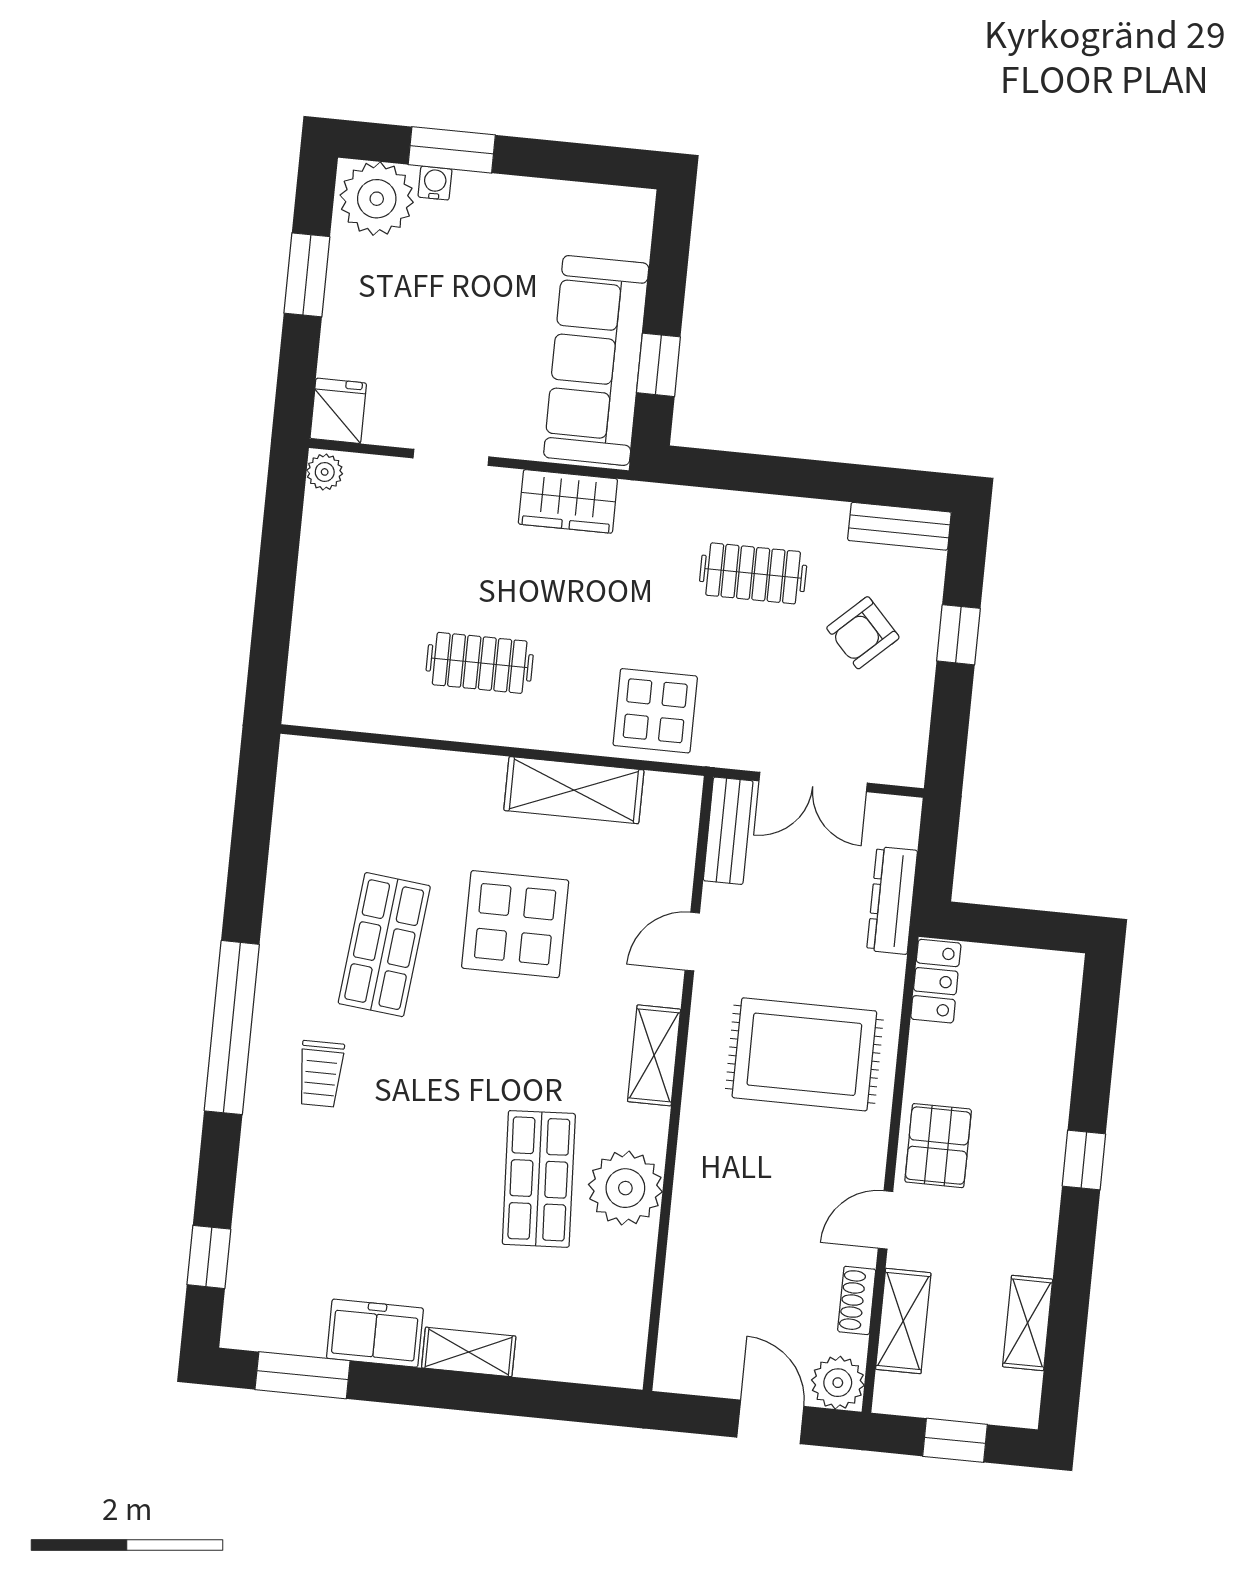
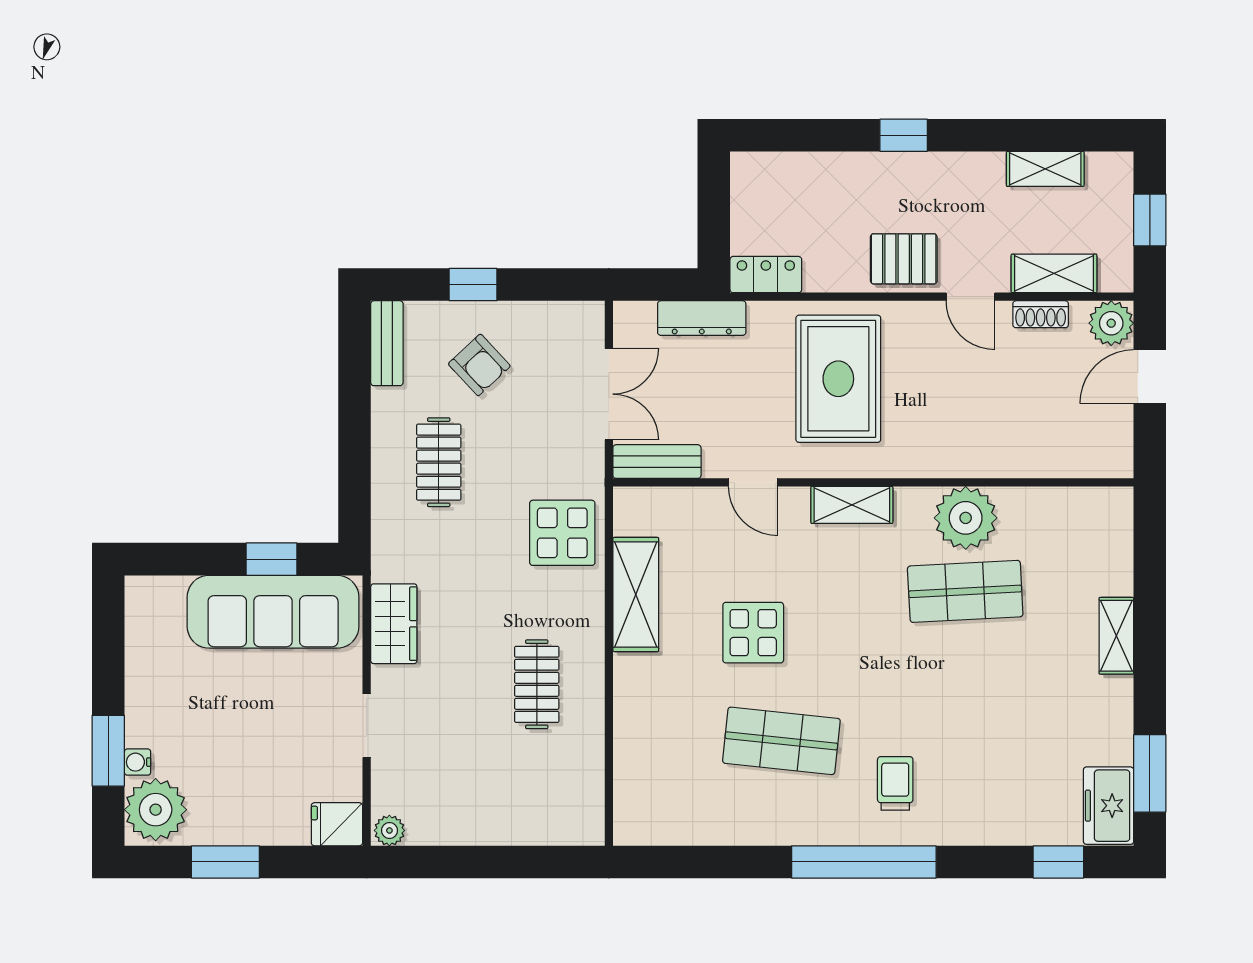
display table: (515, 924) -> (753, 633), width x0.73, depth x0.73
trolley: (321, 1074) -> (895, 783), turned -90
freezer: (375, 1333) -> (1109, 806), moved

